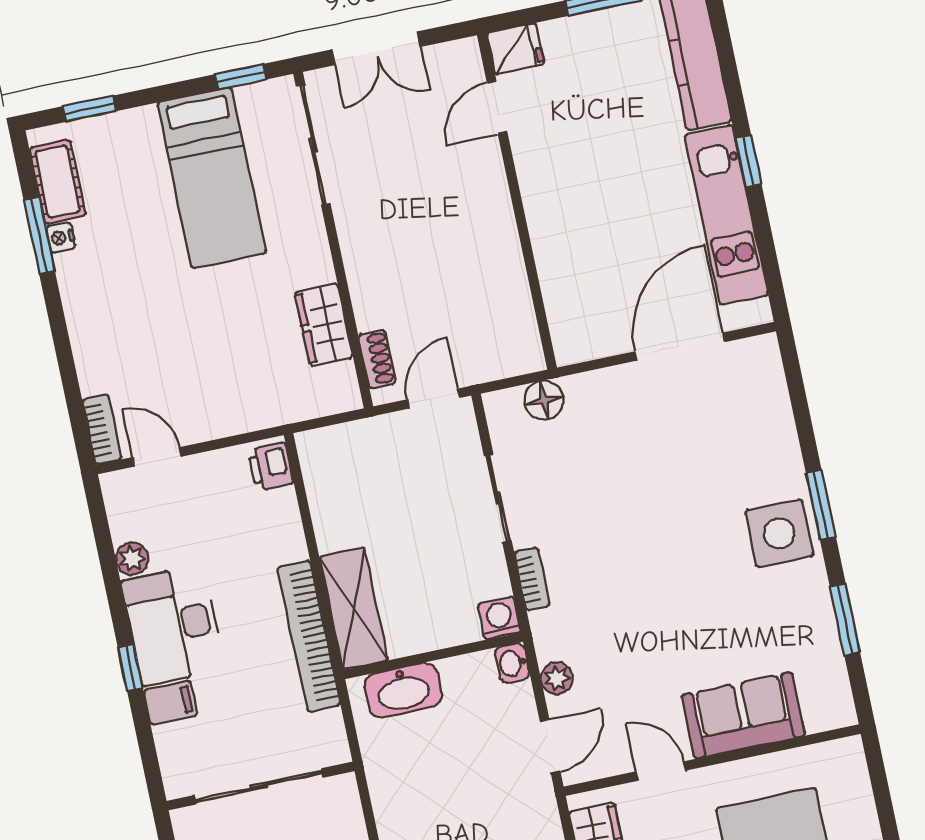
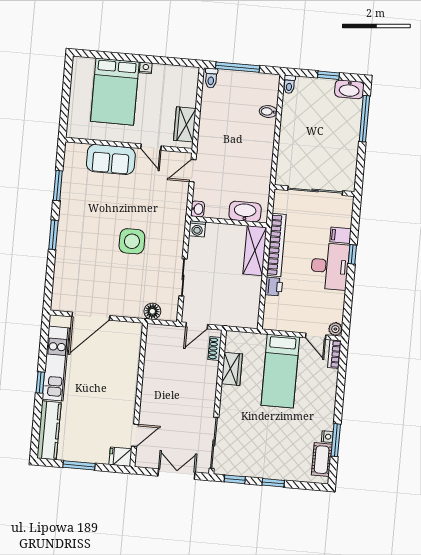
window: (90, 109) -> (273, 483), moved
bed: (212, 178) -> (280, 371), moved, turned 180
printer: (271, 467) -> (274, 287), moved
side table: (779, 533) -> (132, 241), moved
plant: (132, 559) -> (335, 329), moved
bookcase: (532, 579) -> (179, 241), removed
plant: (557, 678) -> (181, 197), removed

